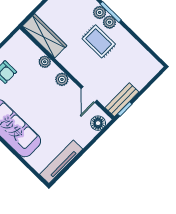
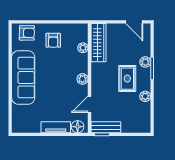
plant: (110, 22) -> (145, 96), moved
plant: (45, 62) -> (83, 48), moved
tv unit: (61, 162) -> (56, 127), moved, width x0.71

